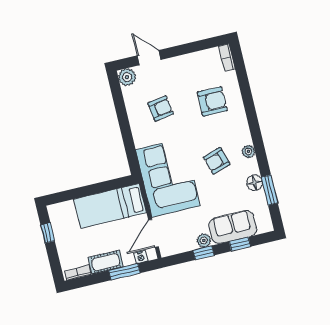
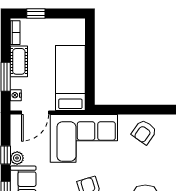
armchair: (161, 109) -> (144, 132), moved, turned 44
window: (48, 233) -> (36, 14), moved
door: (154, 233) -> (35, 113), swing flipped

